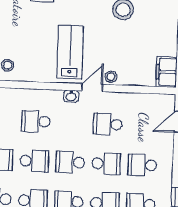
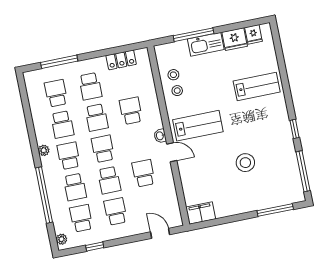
stool: (111, 77) -> (177, 91), moved

